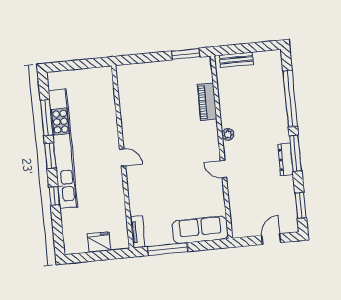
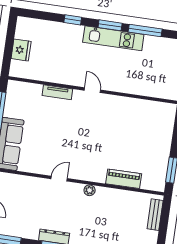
kitchen unit: (63, 149) -> (113, 38), width x0.54
door: (123, 157) -> (92, 90), swing flipped
tv unit: (138, 232) -> (57, 92), moved

